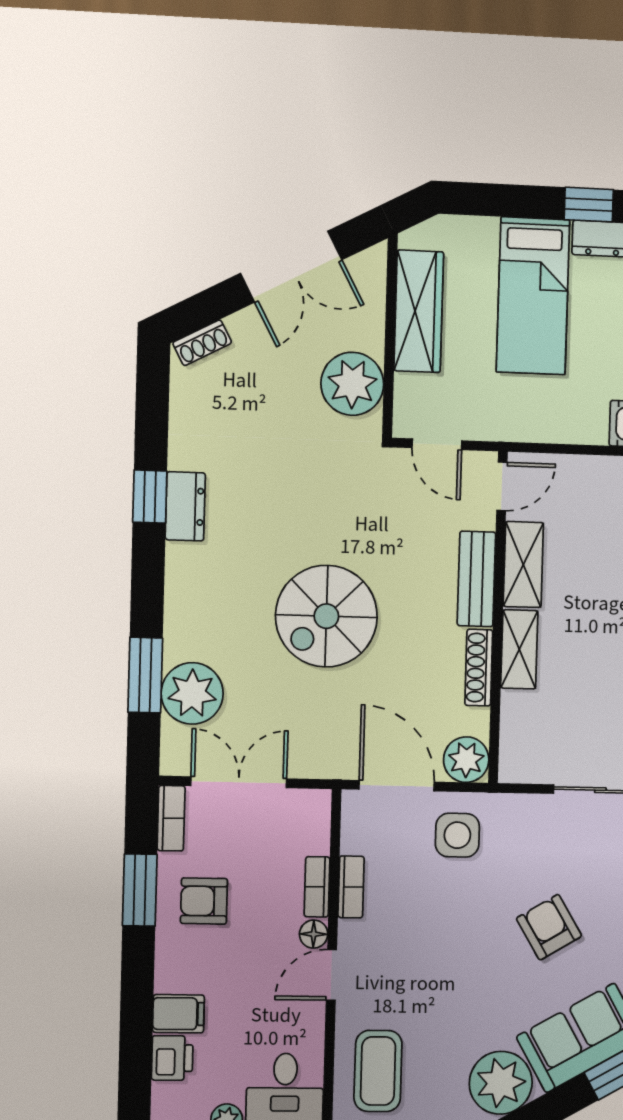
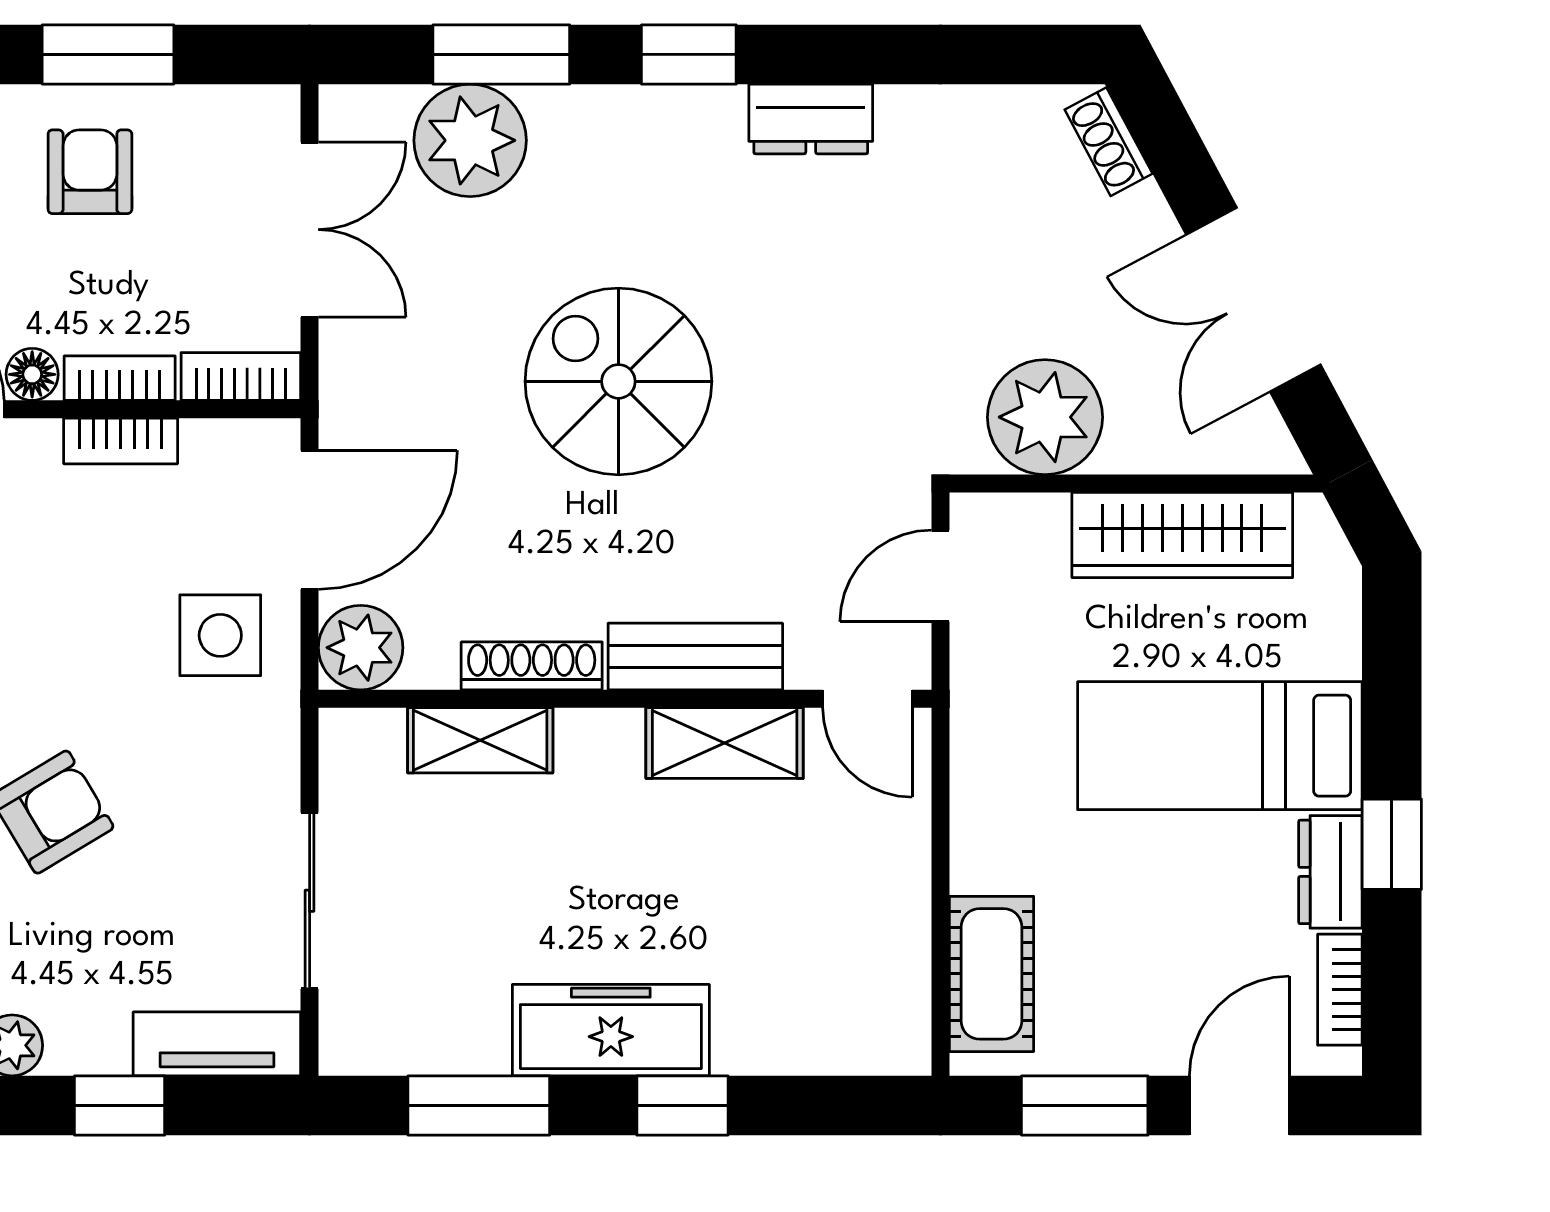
window: (150, 497) -> (689, 54), moved
shelving: (519, 649) -> (480, 740), moved
bookcase: (171, 818) -> (241, 376), moved, turned 180

